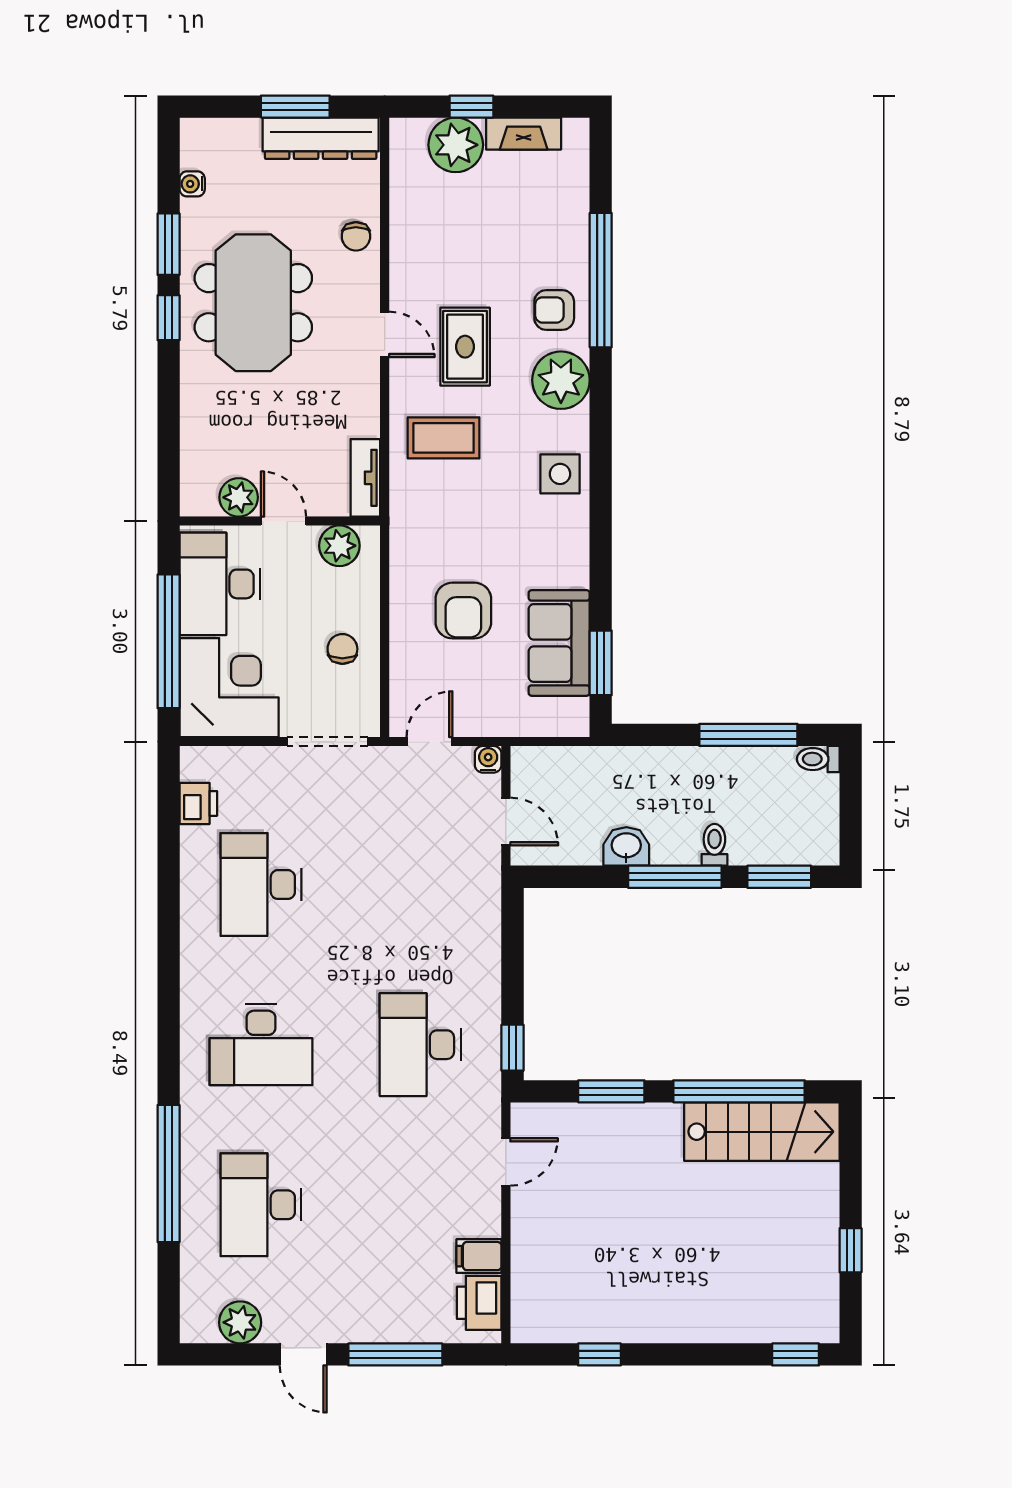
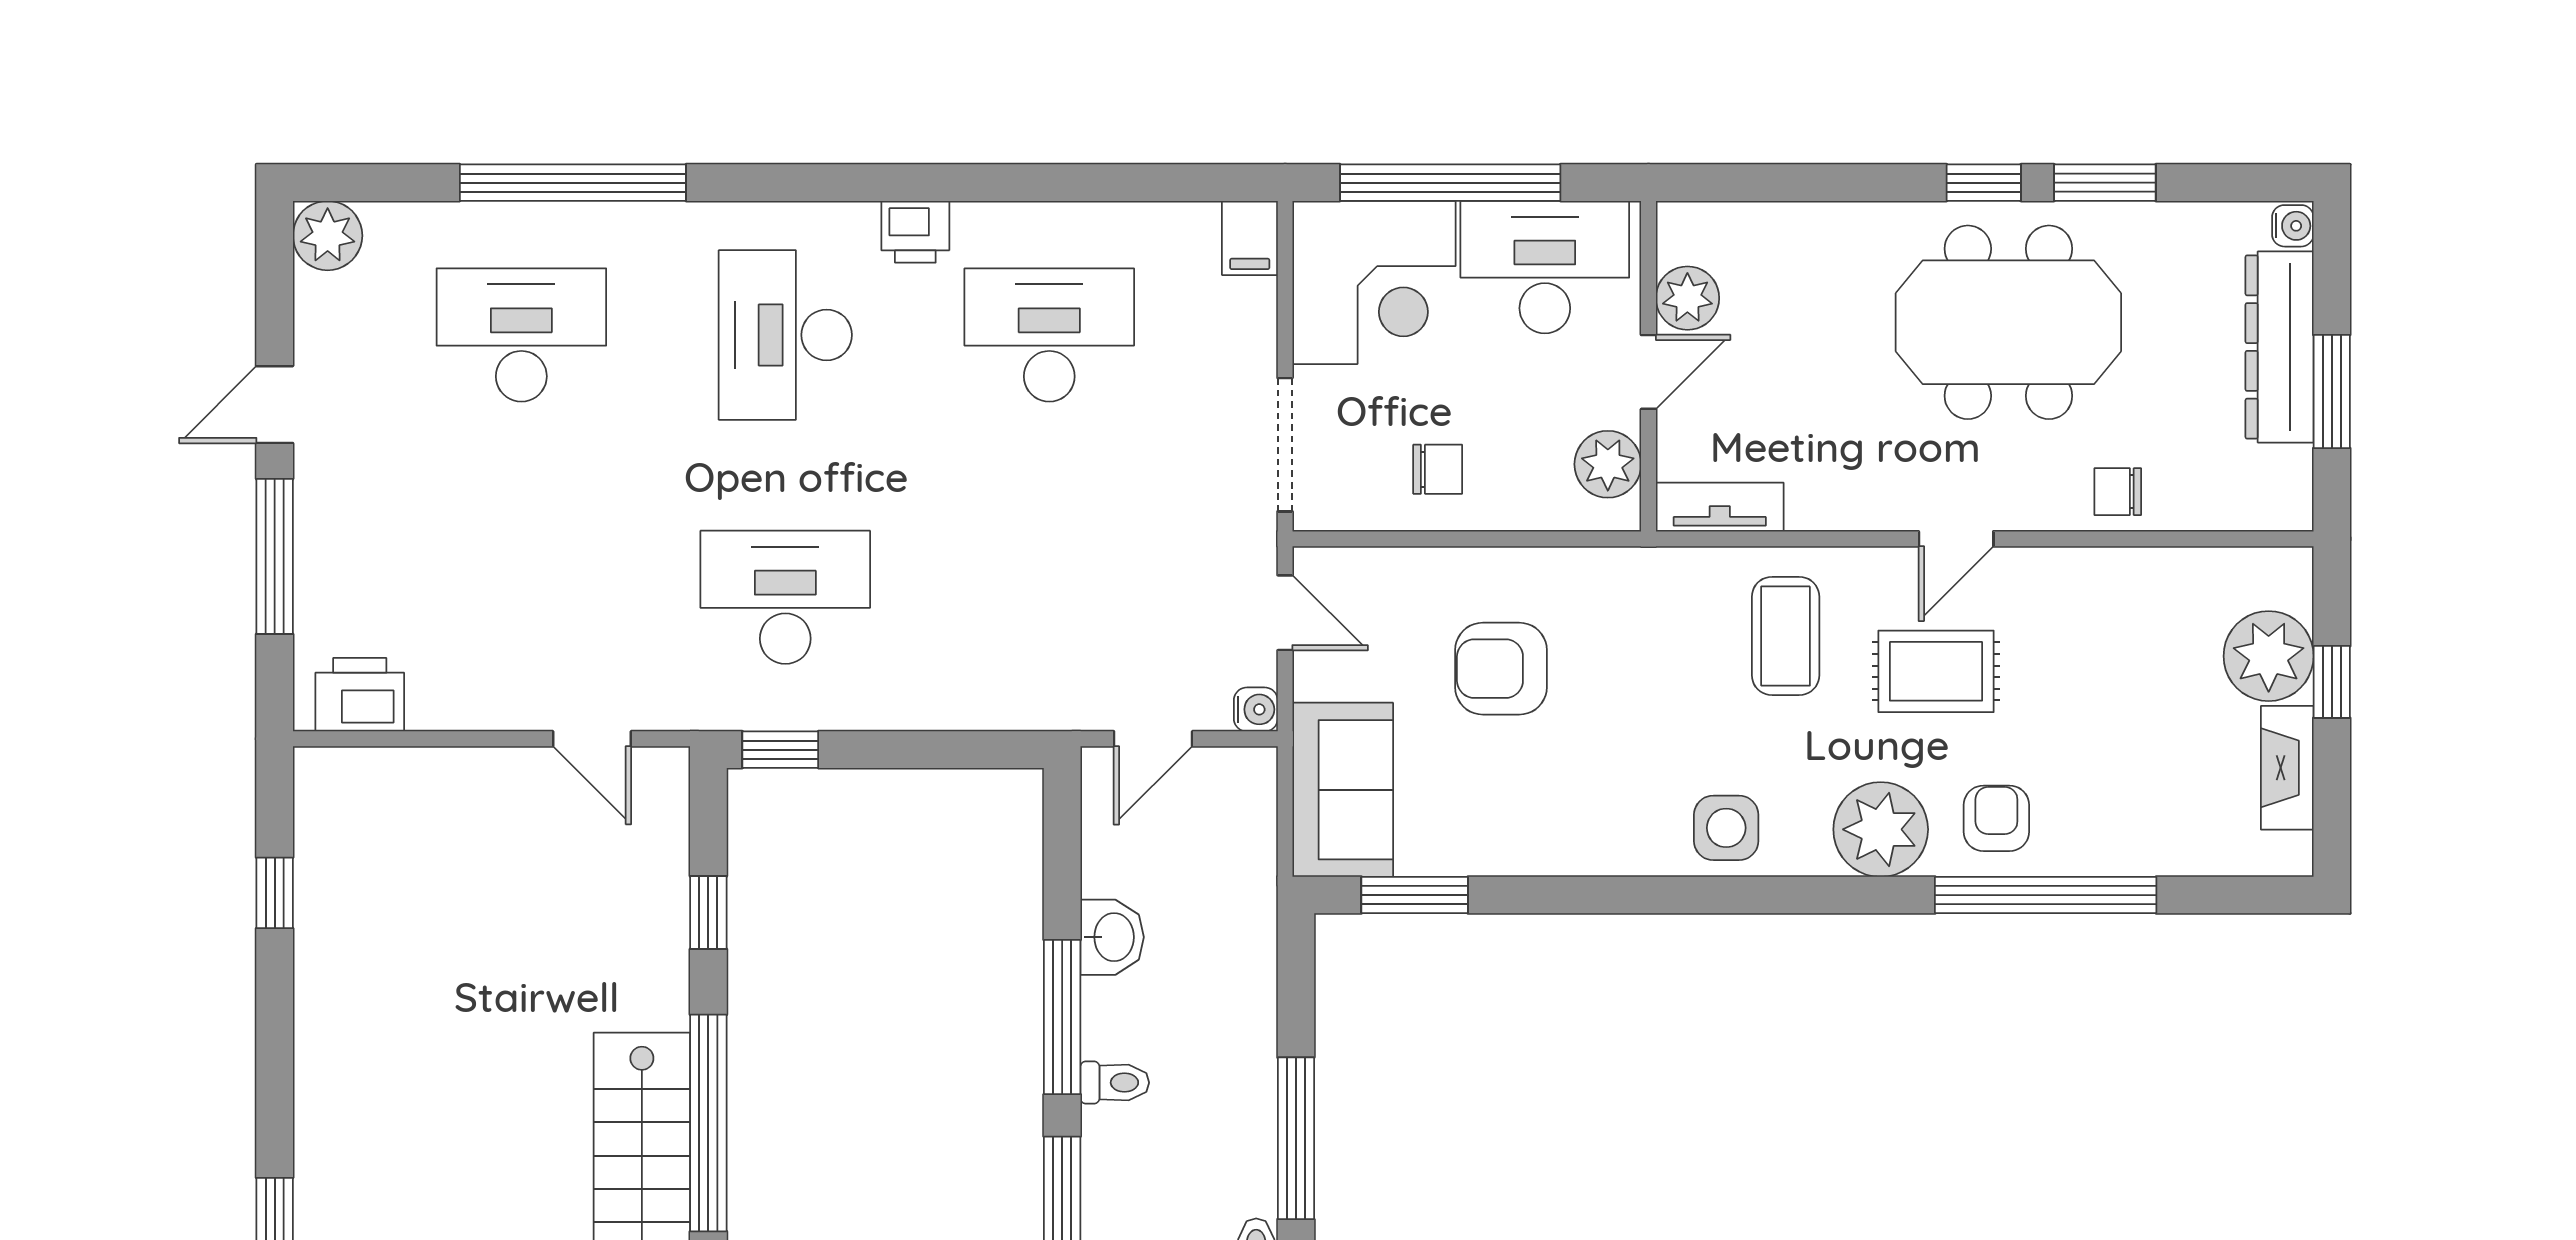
dresser: (321, 138) -> (2280, 347), moved
water cooler: (192, 184) -> (2293, 226), moved, turned 90
sofa: (559, 643) -> (1343, 790), moved, turned 90
printer: (198, 803) -> (915, 232), moved
window: (611, 1091) -> (708, 913), width x0.67
filing cabinet: (479, 1256) -> (1250, 238), moved, turned 180
plant: (240, 1322) -> (328, 236), moved

